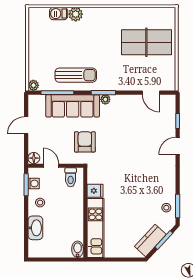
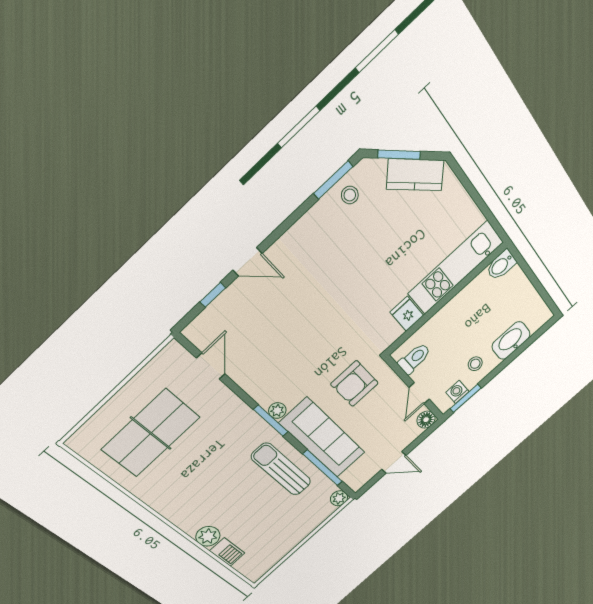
table tennis table: (146, 42) -> (151, 433), turned 90

